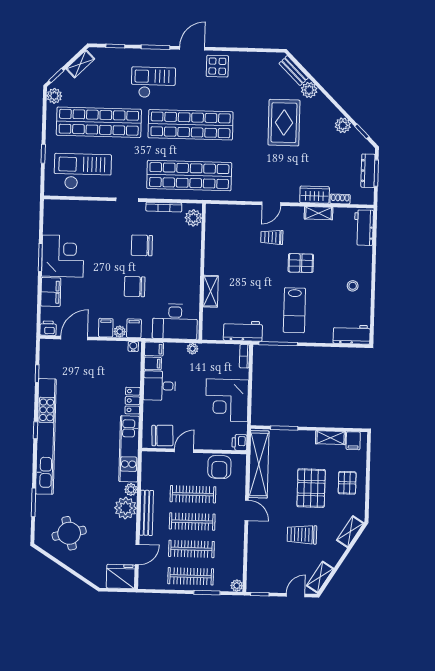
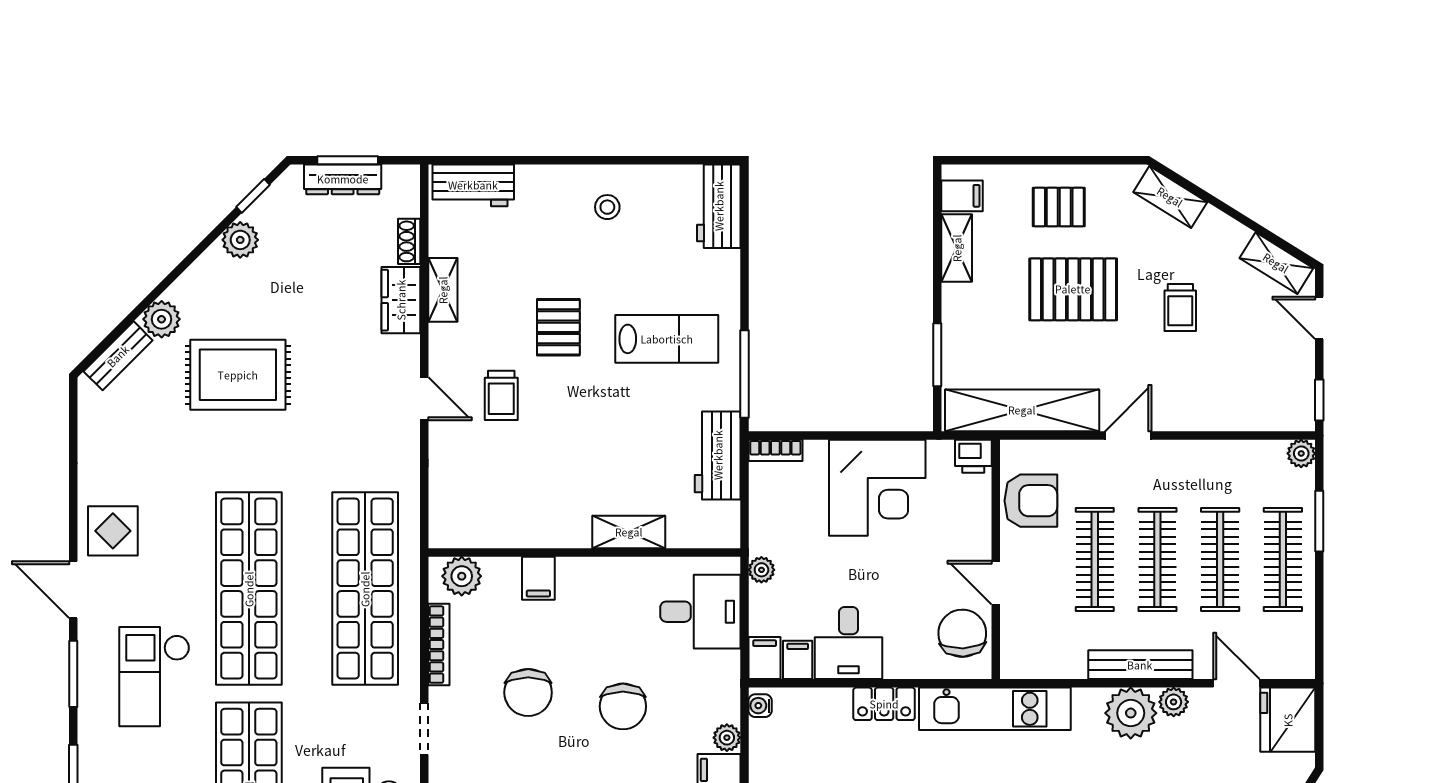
desk: (175, 321) -> (700, 612), width x0.73
filing cabinet: (134, 328) -> (538, 578), moved, turned -90
plant: (131, 490) -> (1174, 702), moved
trolley: (302, 535) -> (1180, 307), width x0.73, depth x0.72

